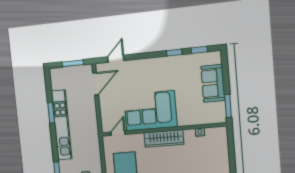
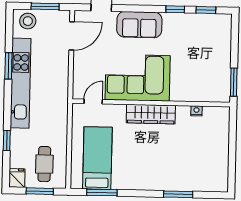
stool: (61, 76) -> (28, 21), added
sofa: (213, 83) -> (139, 25), moved, turned -90

